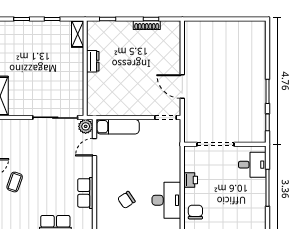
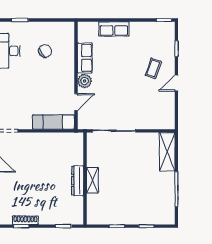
shelving: (78, 34) -> (92, 180), moved
dresser: (93, 61) -> (78, 181), width x1.44
plant: (86, 126) -> (85, 81), moved

